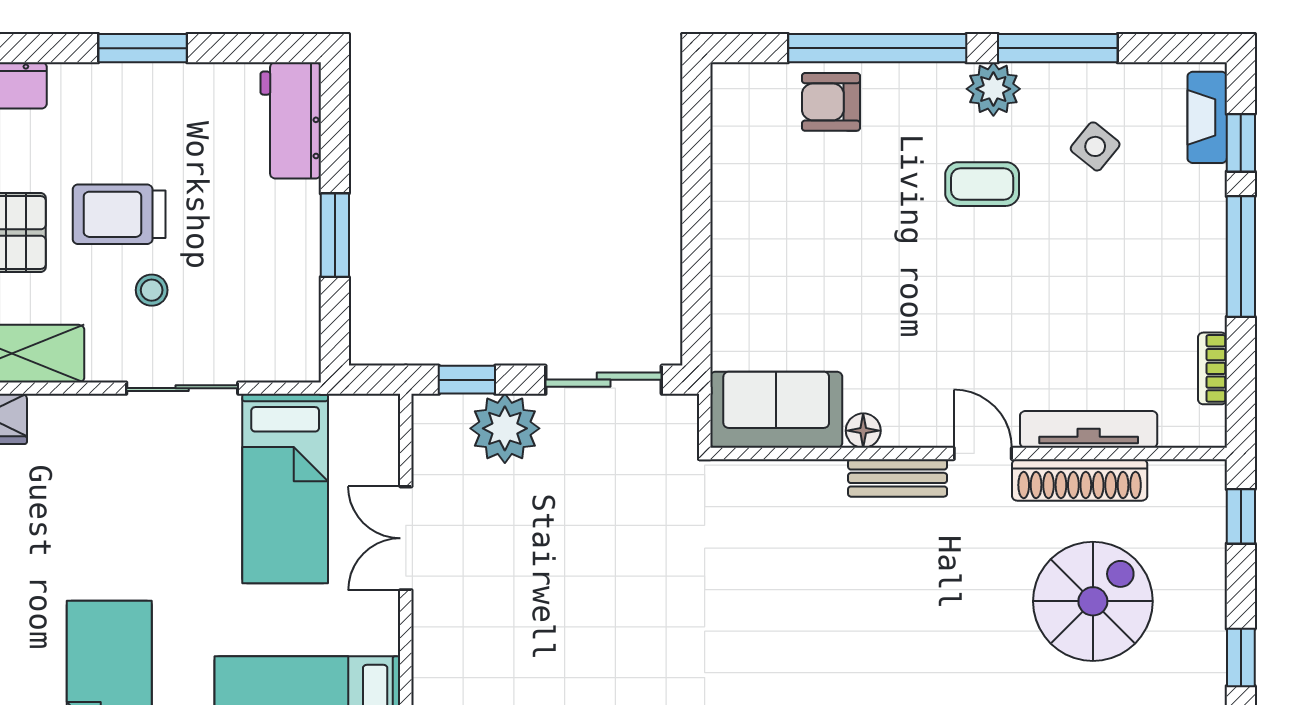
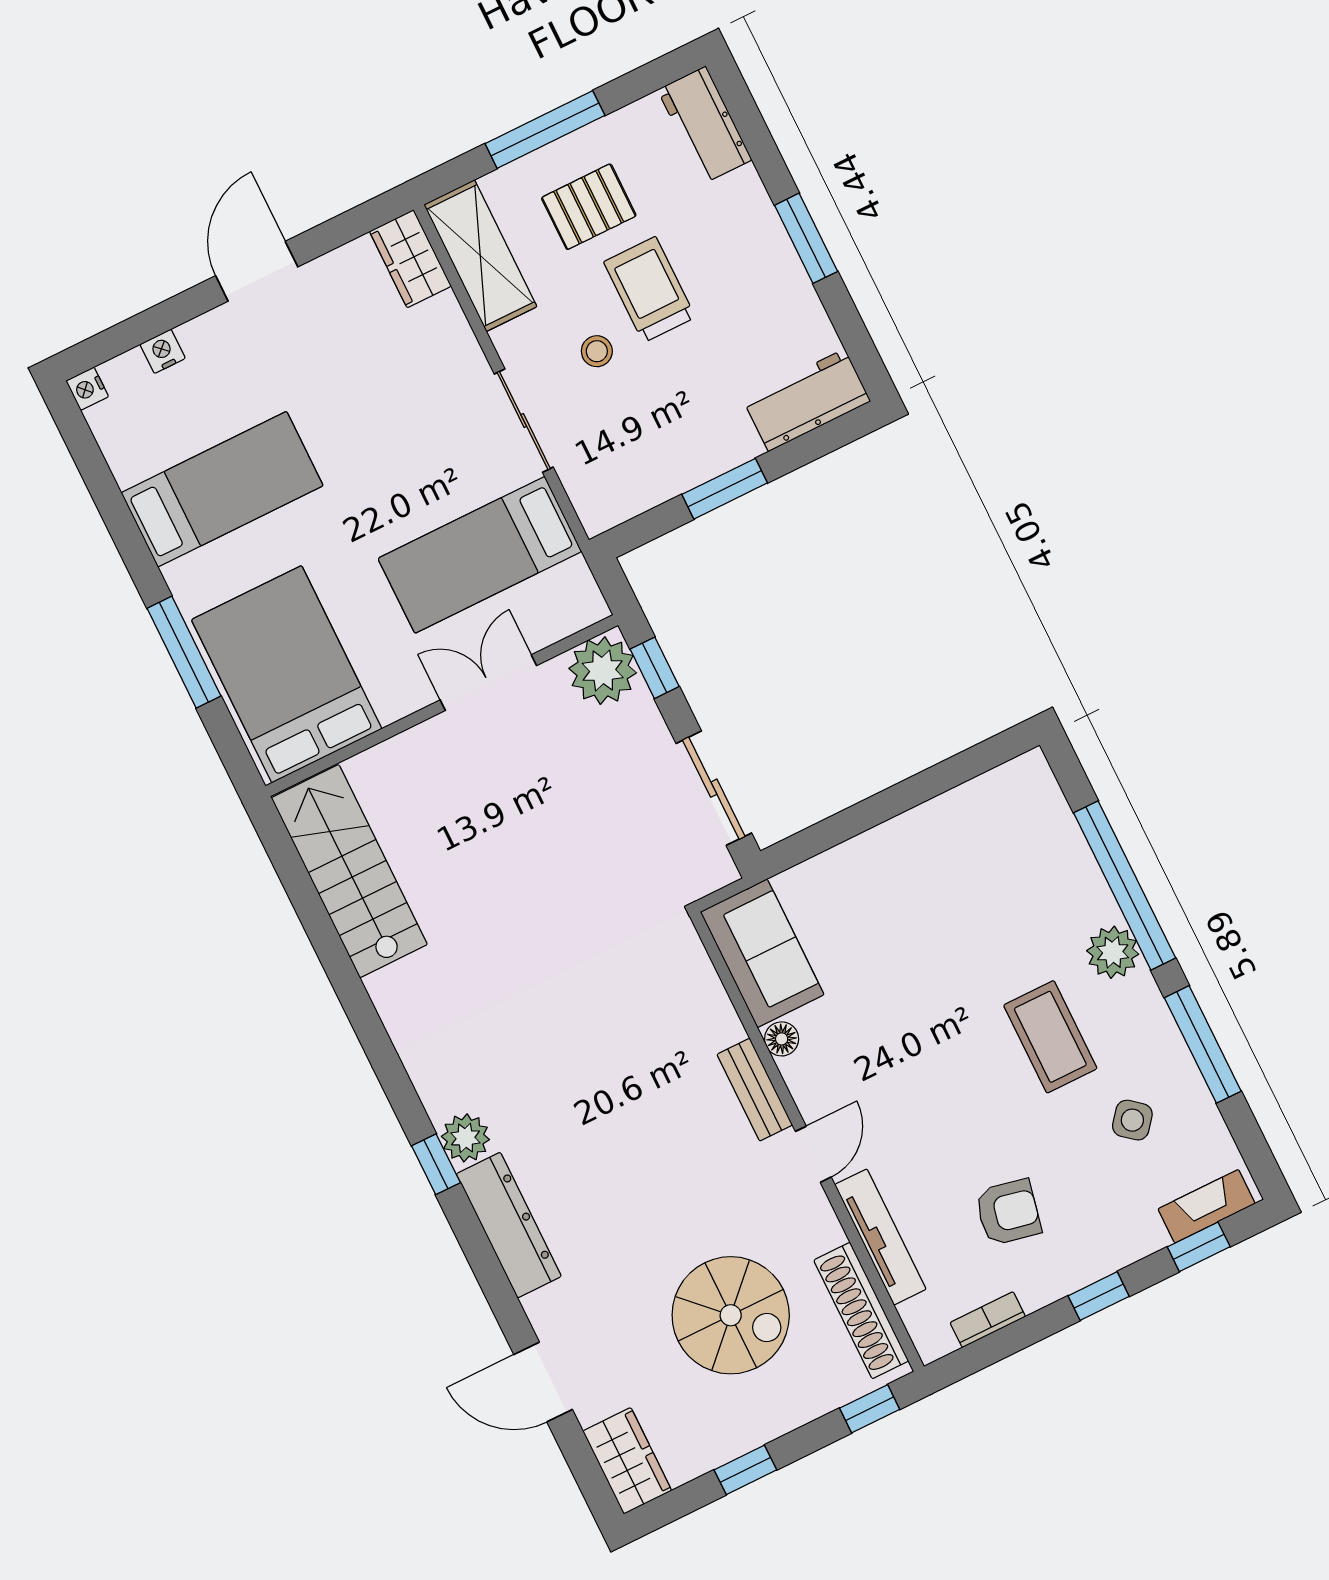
plant: (993, 89) -> (1113, 952), moved
armchair: (831, 102) -> (1008, 1212), moved, turned 102
coffee table: (982, 184) -> (1050, 1037), width x1.36, depth x1.30
window: (1241, 256) -> (1099, 1296), width x0.46
plant: (505, 428) -> (603, 671), moved
shoe rack: (1080, 480) -> (861, 1311), moved

